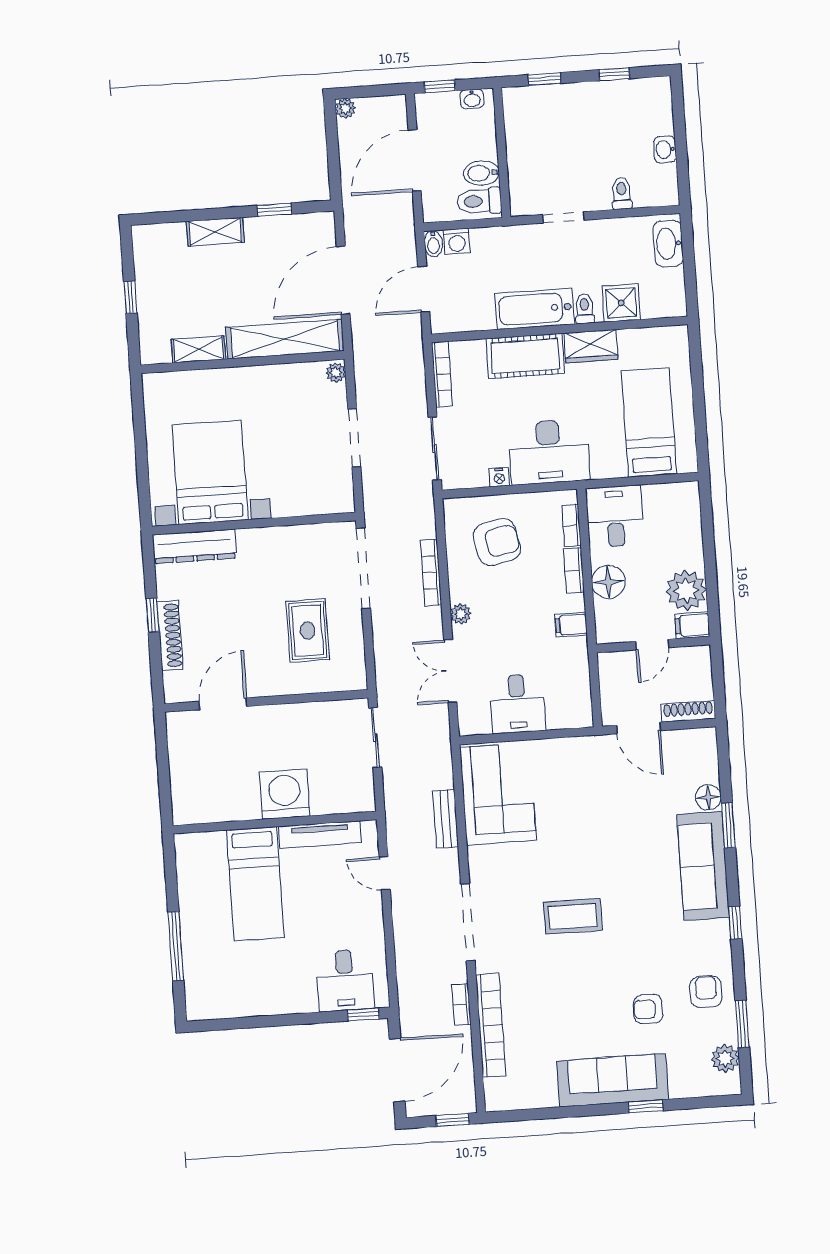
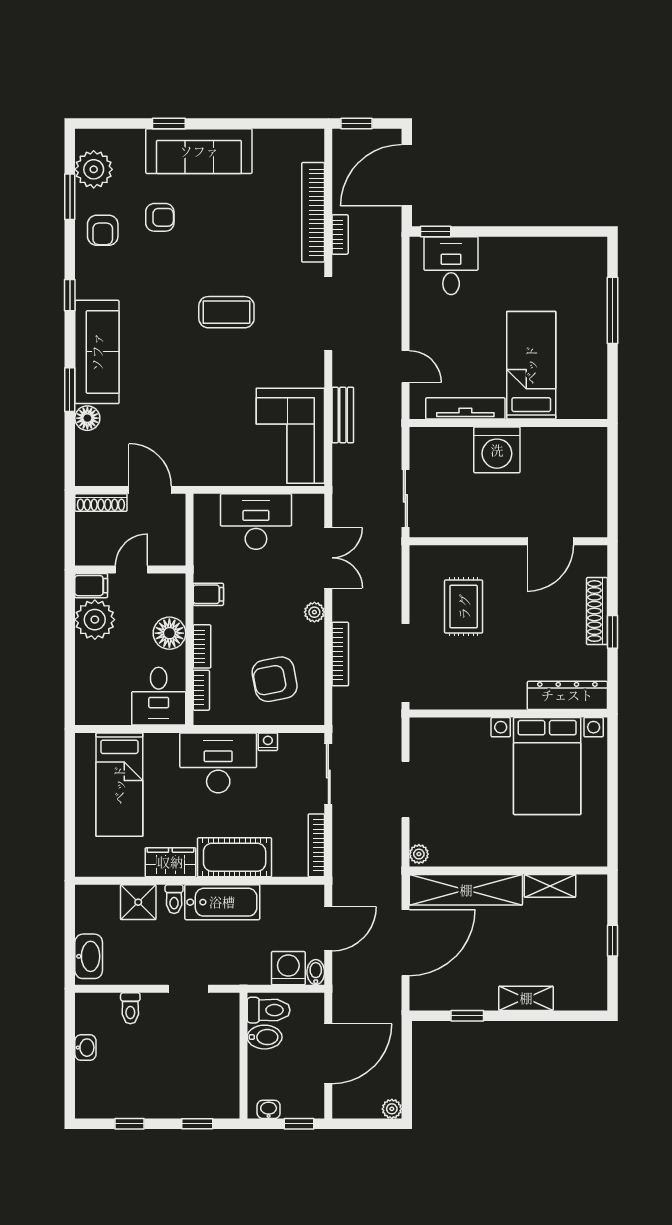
washing machine: (457, 241) -> (288, 968), width x1.38, depth x1.38
desk: (517, 704) -> (256, 522), width x1.37
plant: (725, 1059) -> (94, 169), width x1.36, depth x1.36

